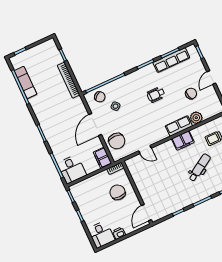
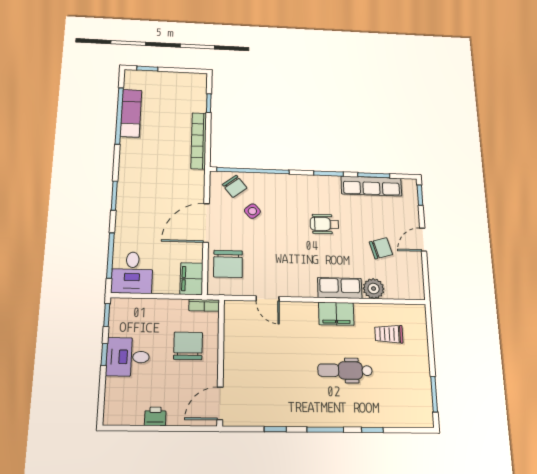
dental chair: (200, 168) -> (345, 370), turned -148
desk: (101, 234) -> (128, 357), moved, turned 90

